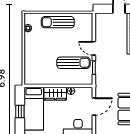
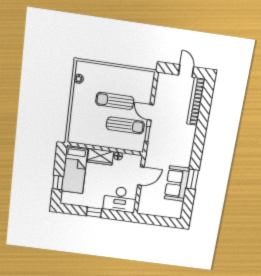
sun lounger: (58, 22) -> (115, 101), moved
window: (20, 111) -> (58, 182), moved

